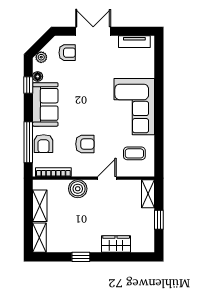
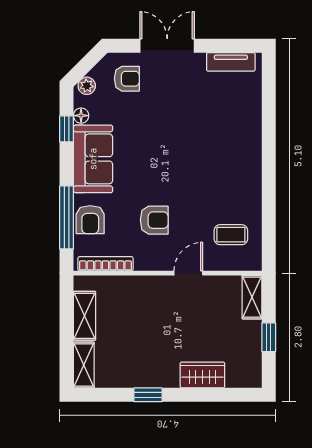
corner sofa: (134, 107) -> (231, 162), removed
boiler: (78, 189) -> (143, 289), removed

